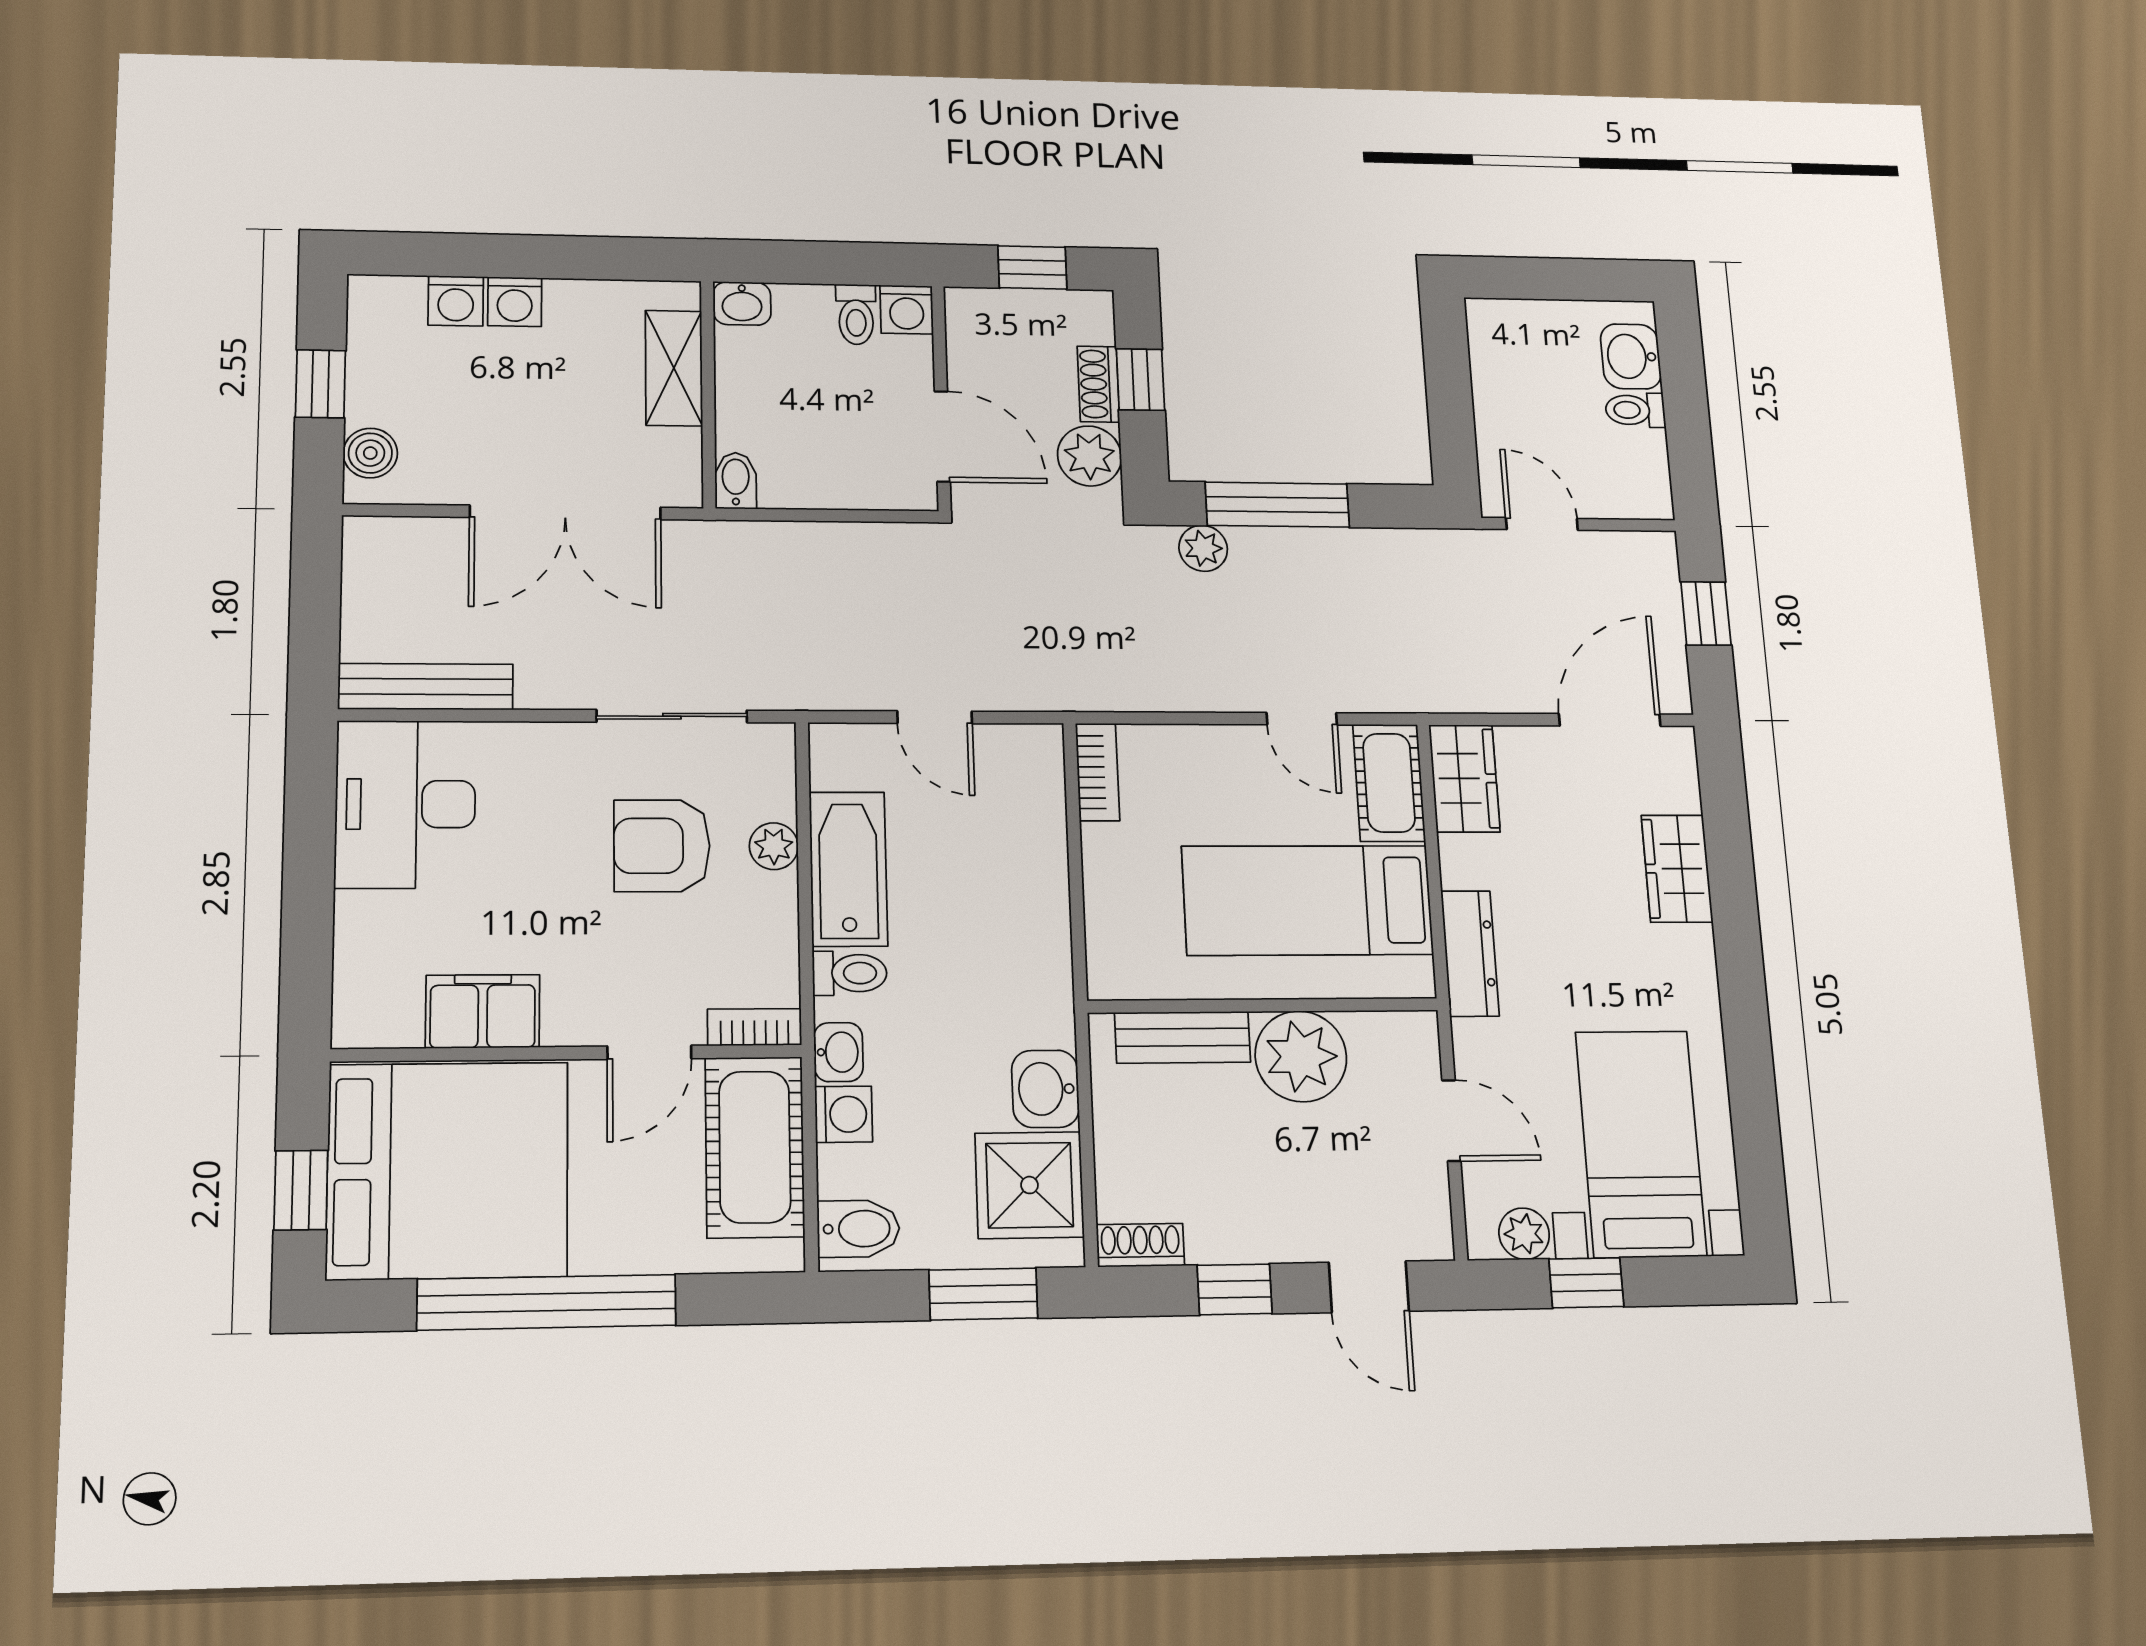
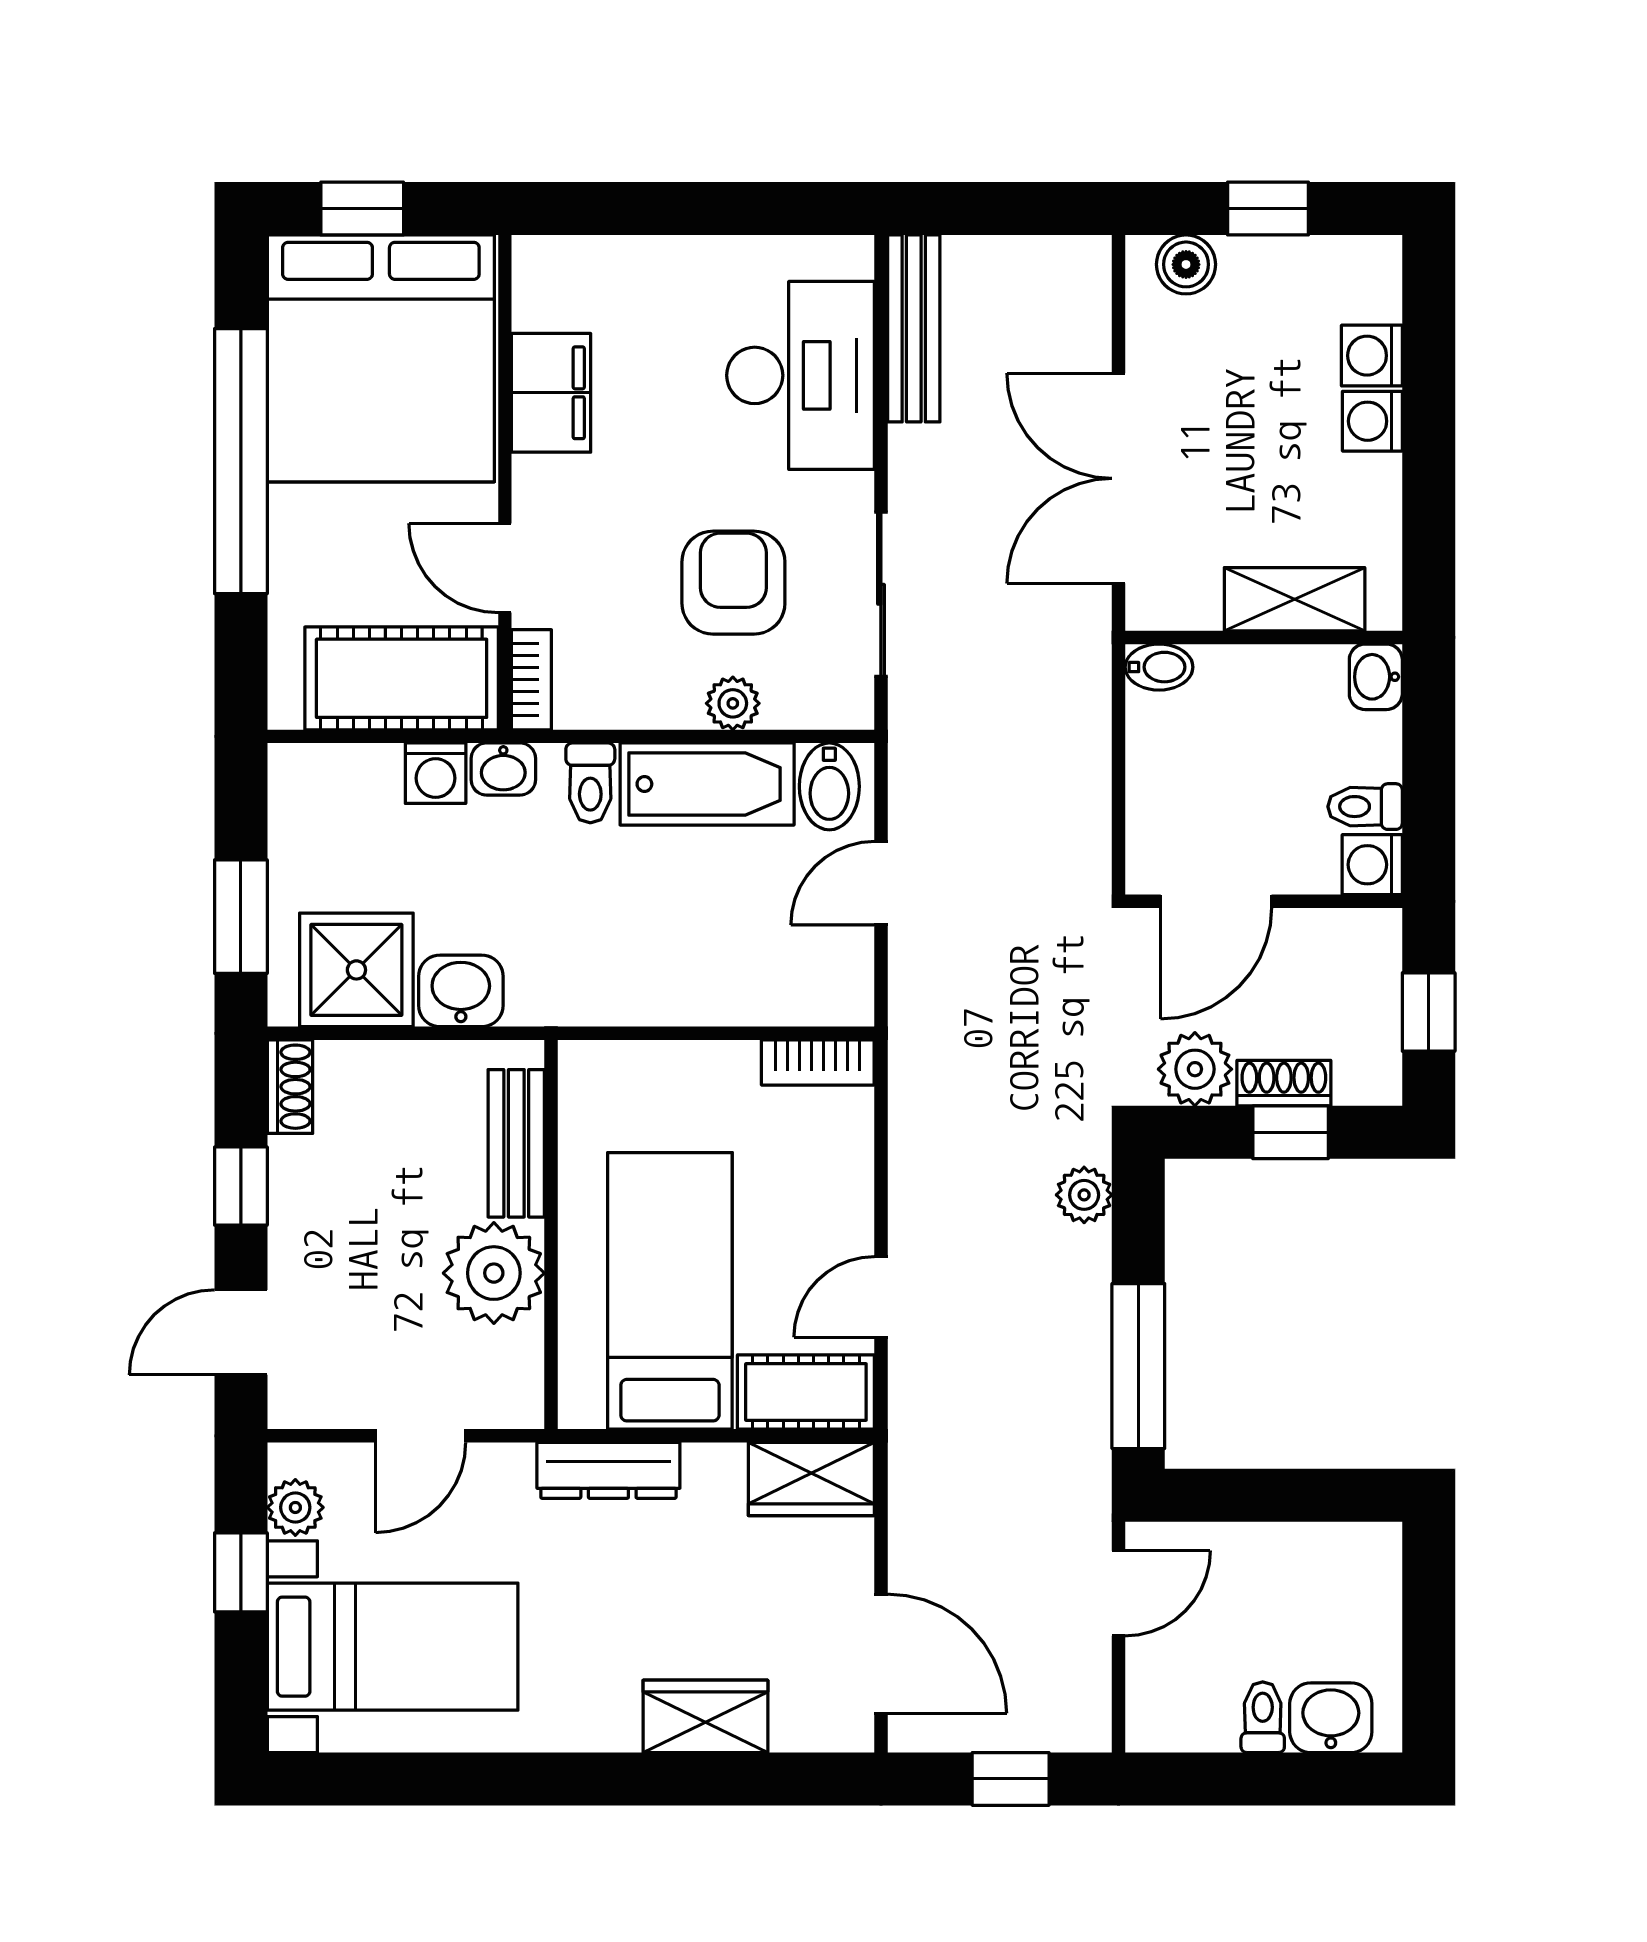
window: (1277, 505) -> (1138, 1366), moved
desk: (405, 804) -> (801, 375), moved, turned 90
bidet: (858, 1229) -> (829, 786), moved

